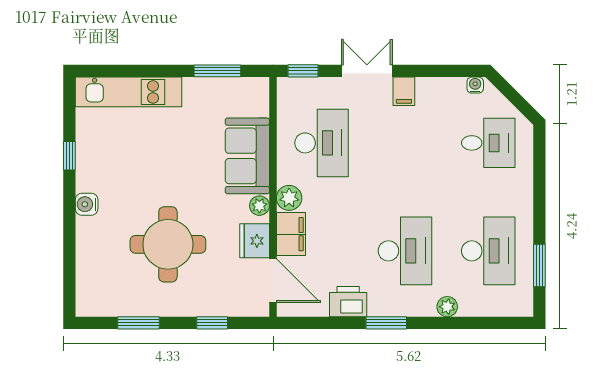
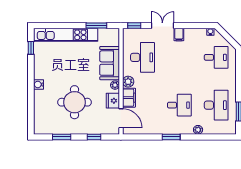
kitchen unit: (129, 92) -> (66, 35), width x1.36
window: (69, 156) -> (31, 48), moved
desk: (405, 251) -> (179, 105), width x0.73
printer: (348, 302) -> (154, 128), removed

